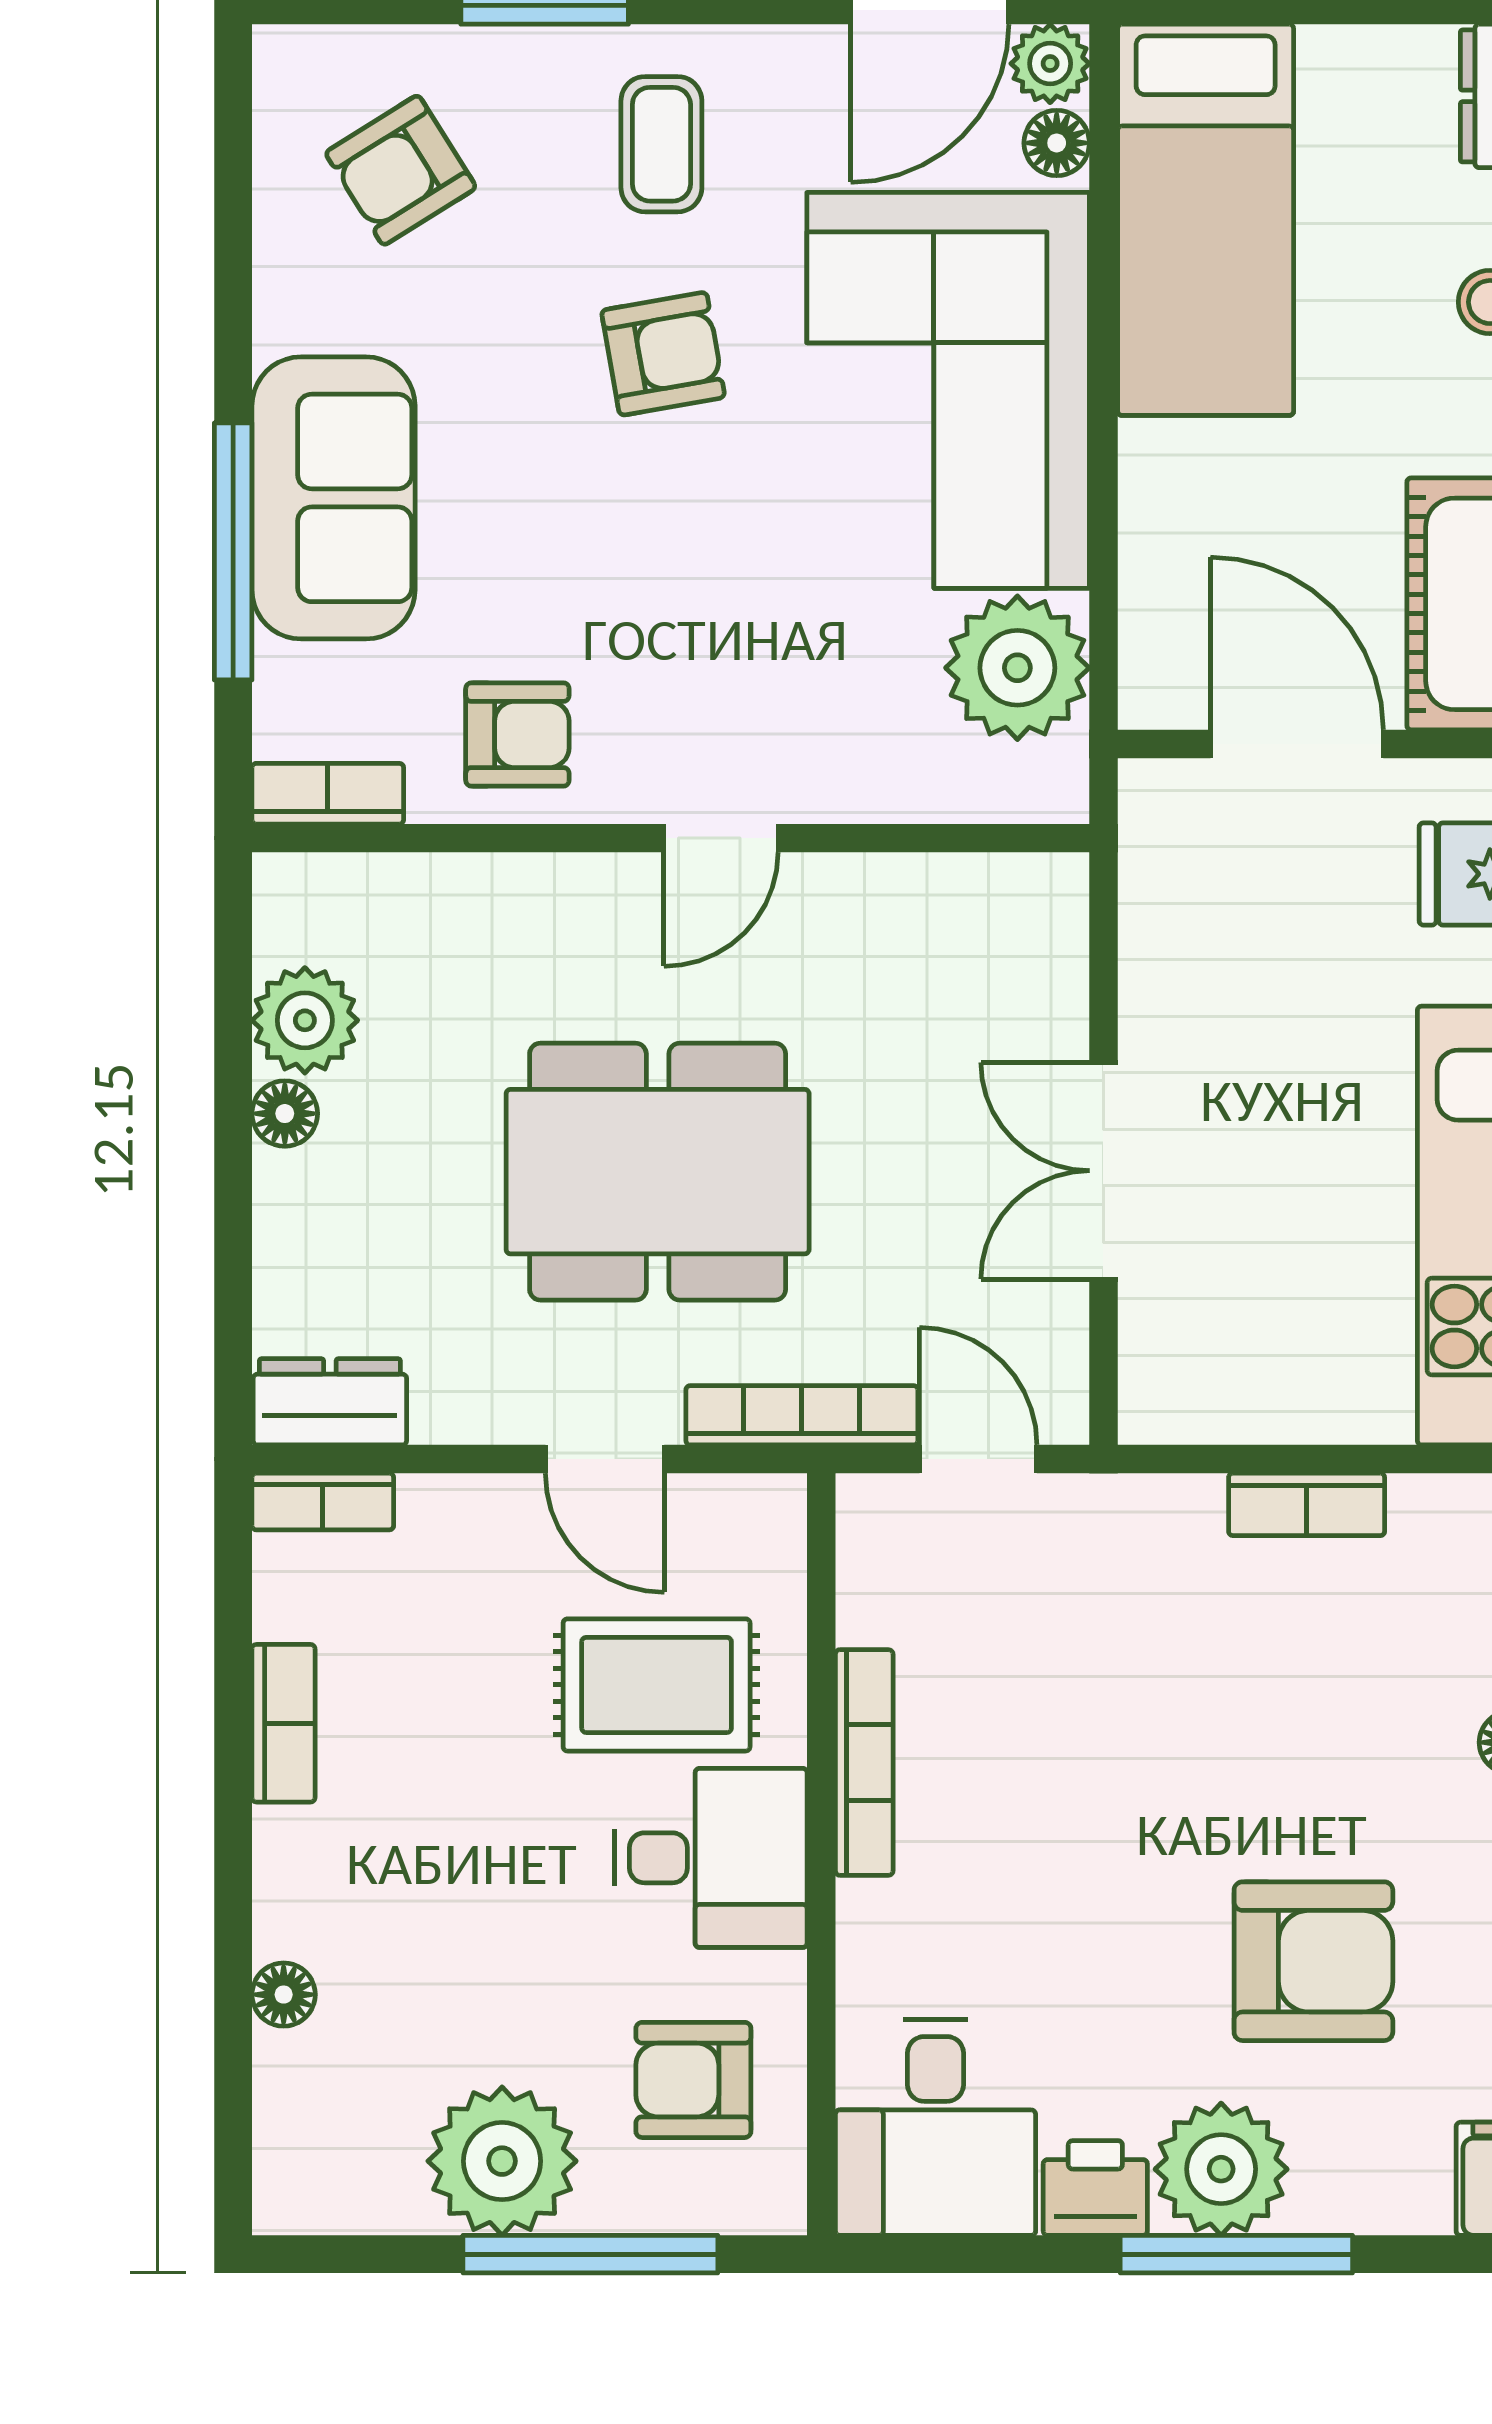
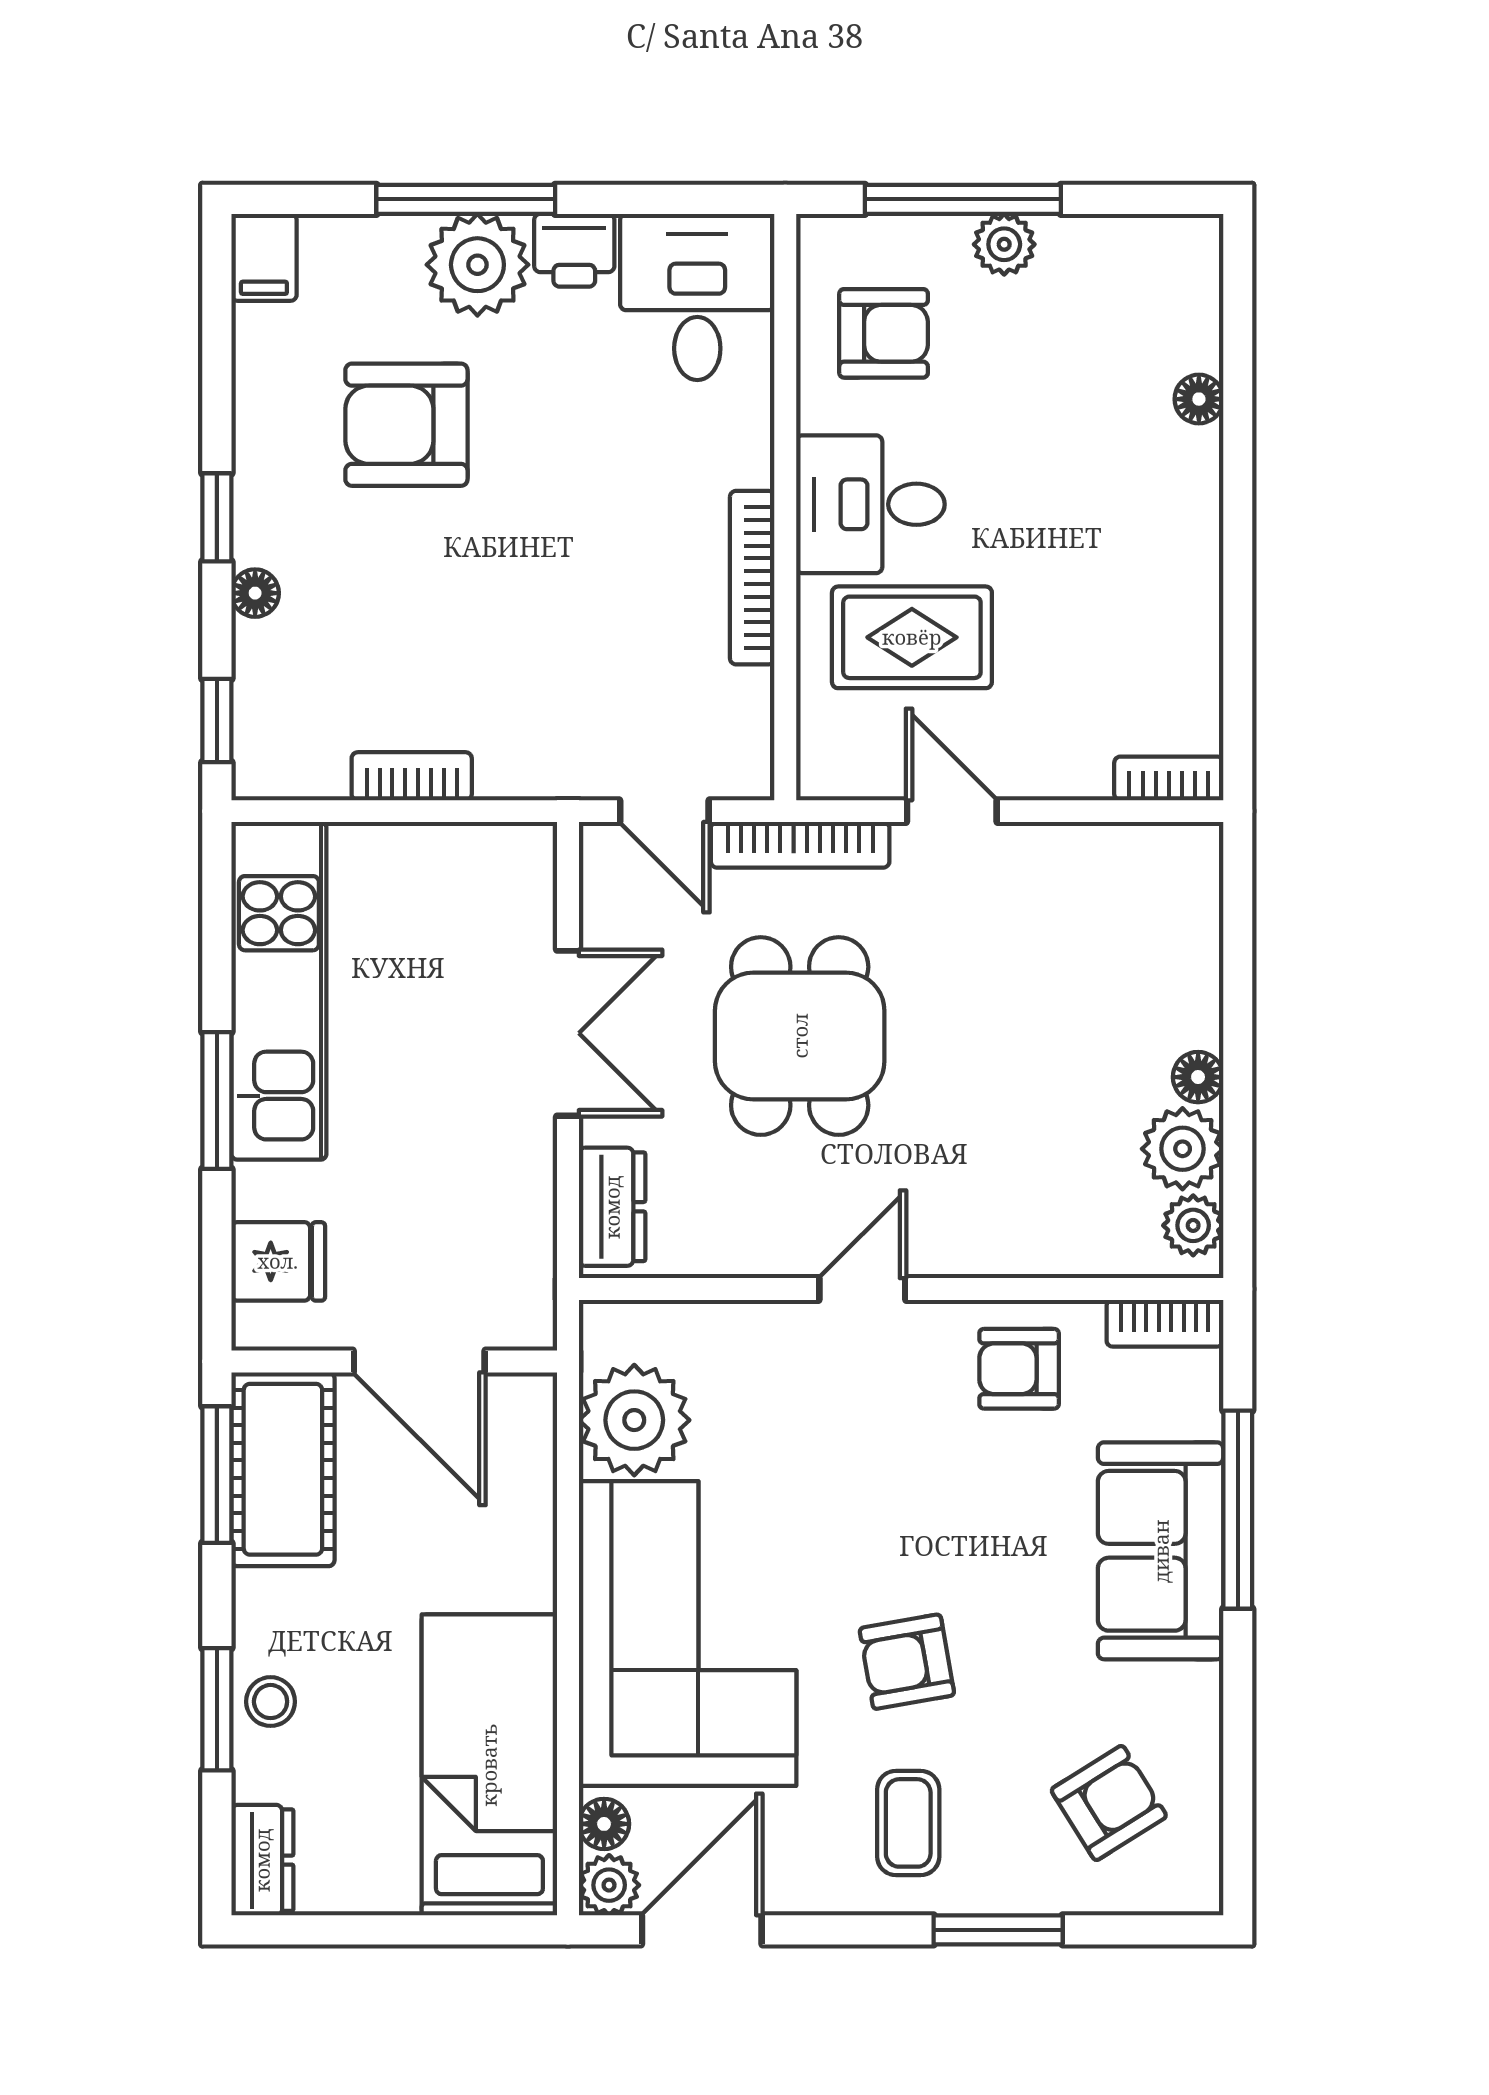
plant: (291, 921) -> (1193, 1225), added
dining table: (658, 1172) -> (800, 1036), moved, width x0.73
dresser: (330, 1402) -> (612, 1207), moved, turned -90
bookcase: (283, 1723) -> (1199, 608), removed
plant: (502, 2161) -> (1004, 244), width x0.53, depth x0.53

